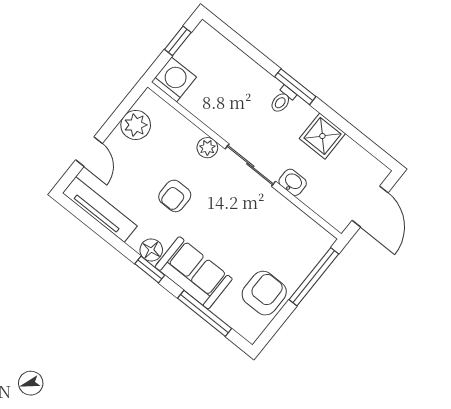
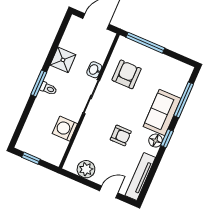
washing machine: (174, 79) -> (65, 129), moved
plant: (207, 148) -> (88, 124), removed
armchair: (264, 293) -> (127, 74), moved, turned 90

